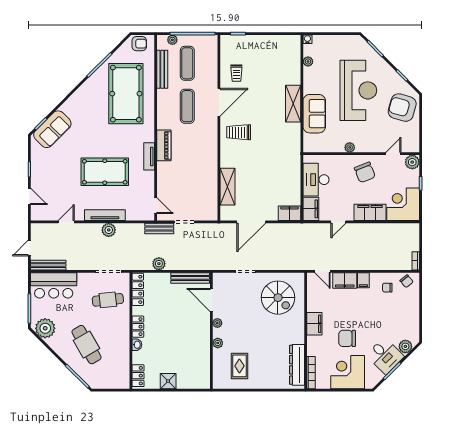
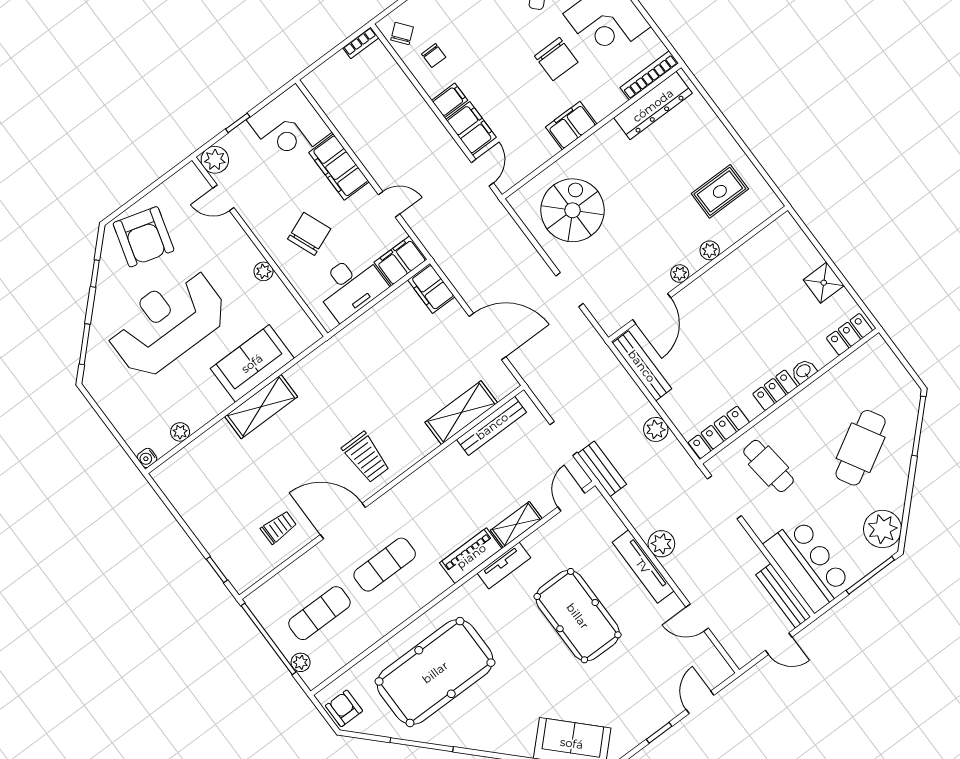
bench: (162, 69) -> (492, 426), moved
chair: (365, 172) -> (309, 234), moved
shelving: (163, 175) -> (516, 524), added

